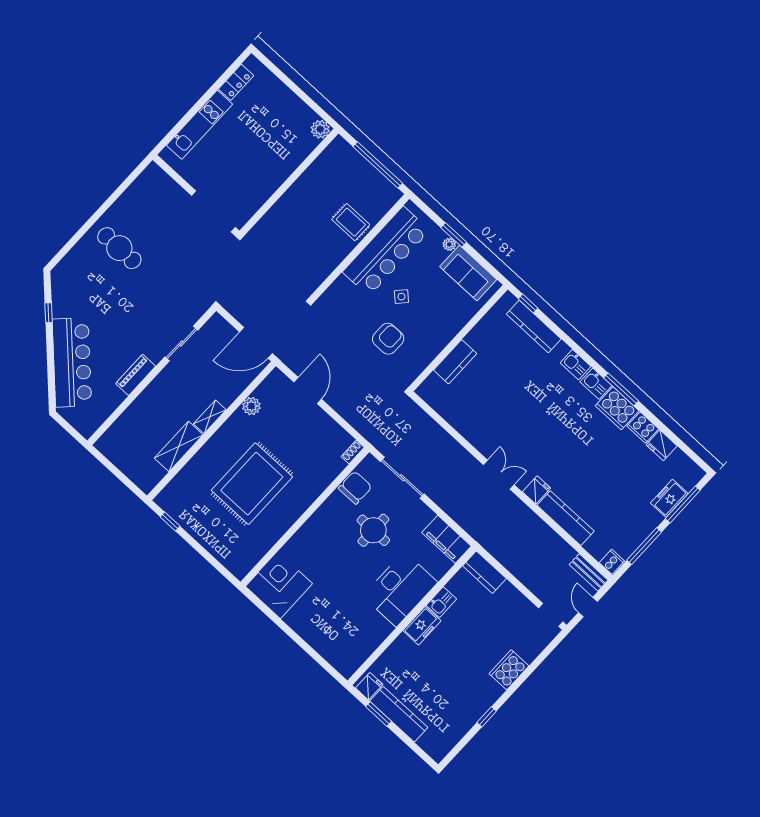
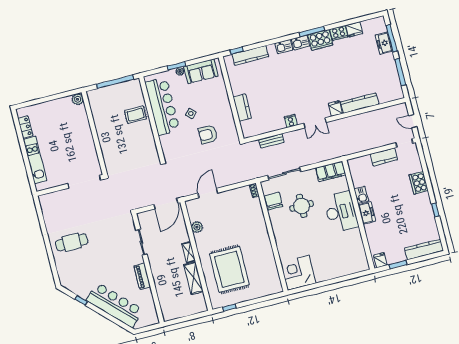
armchair: (388, 339) -> (208, 134), turned -90
door: (308, 391) -> (208, 193), hinge flipped
double door: (499, 475) -> (315, 123), swing flipped
rug: (252, 484) -> (229, 269), moved
cooker: (612, 562) -> (291, 121), moved
kitchen counter: (484, 572) -> (384, 157), moved
bench: (589, 572) -> (271, 141), moved
kitchen counter: (399, 714) -> (424, 249), moved

